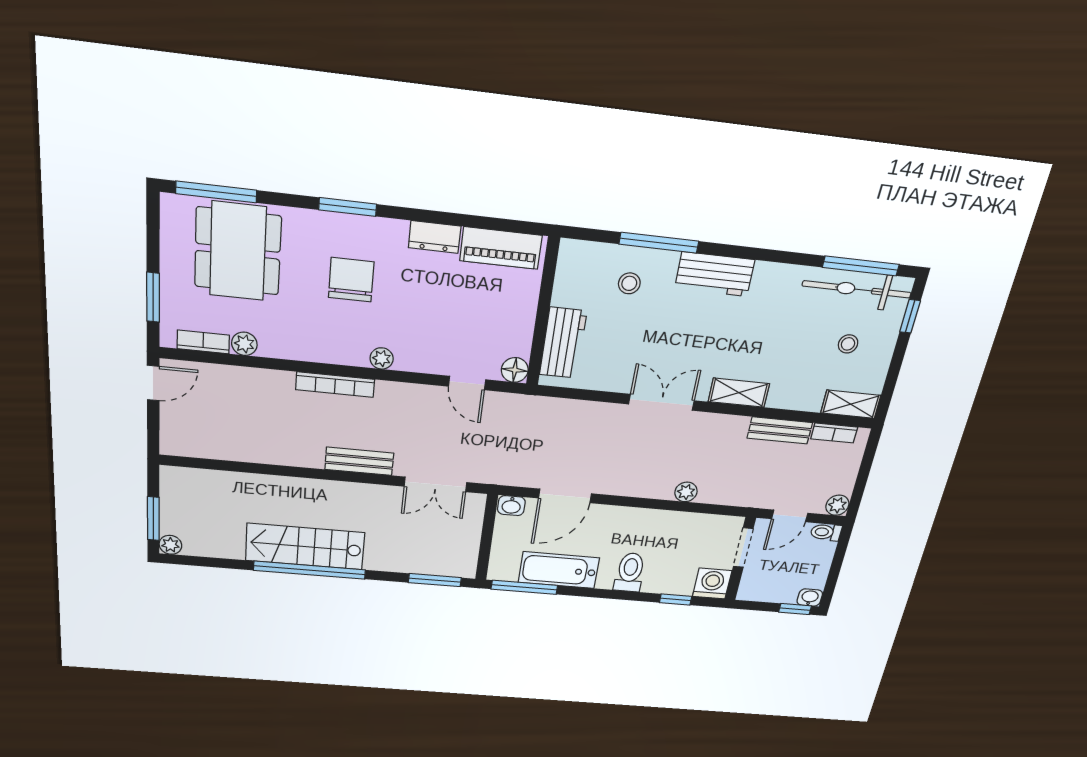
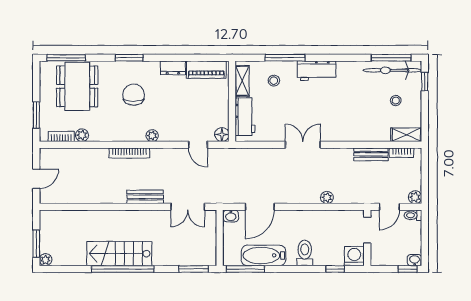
door: (153, 383) -> (36, 179), moved
shelving: (739, 393) -> (242, 81), moved, turned 90

